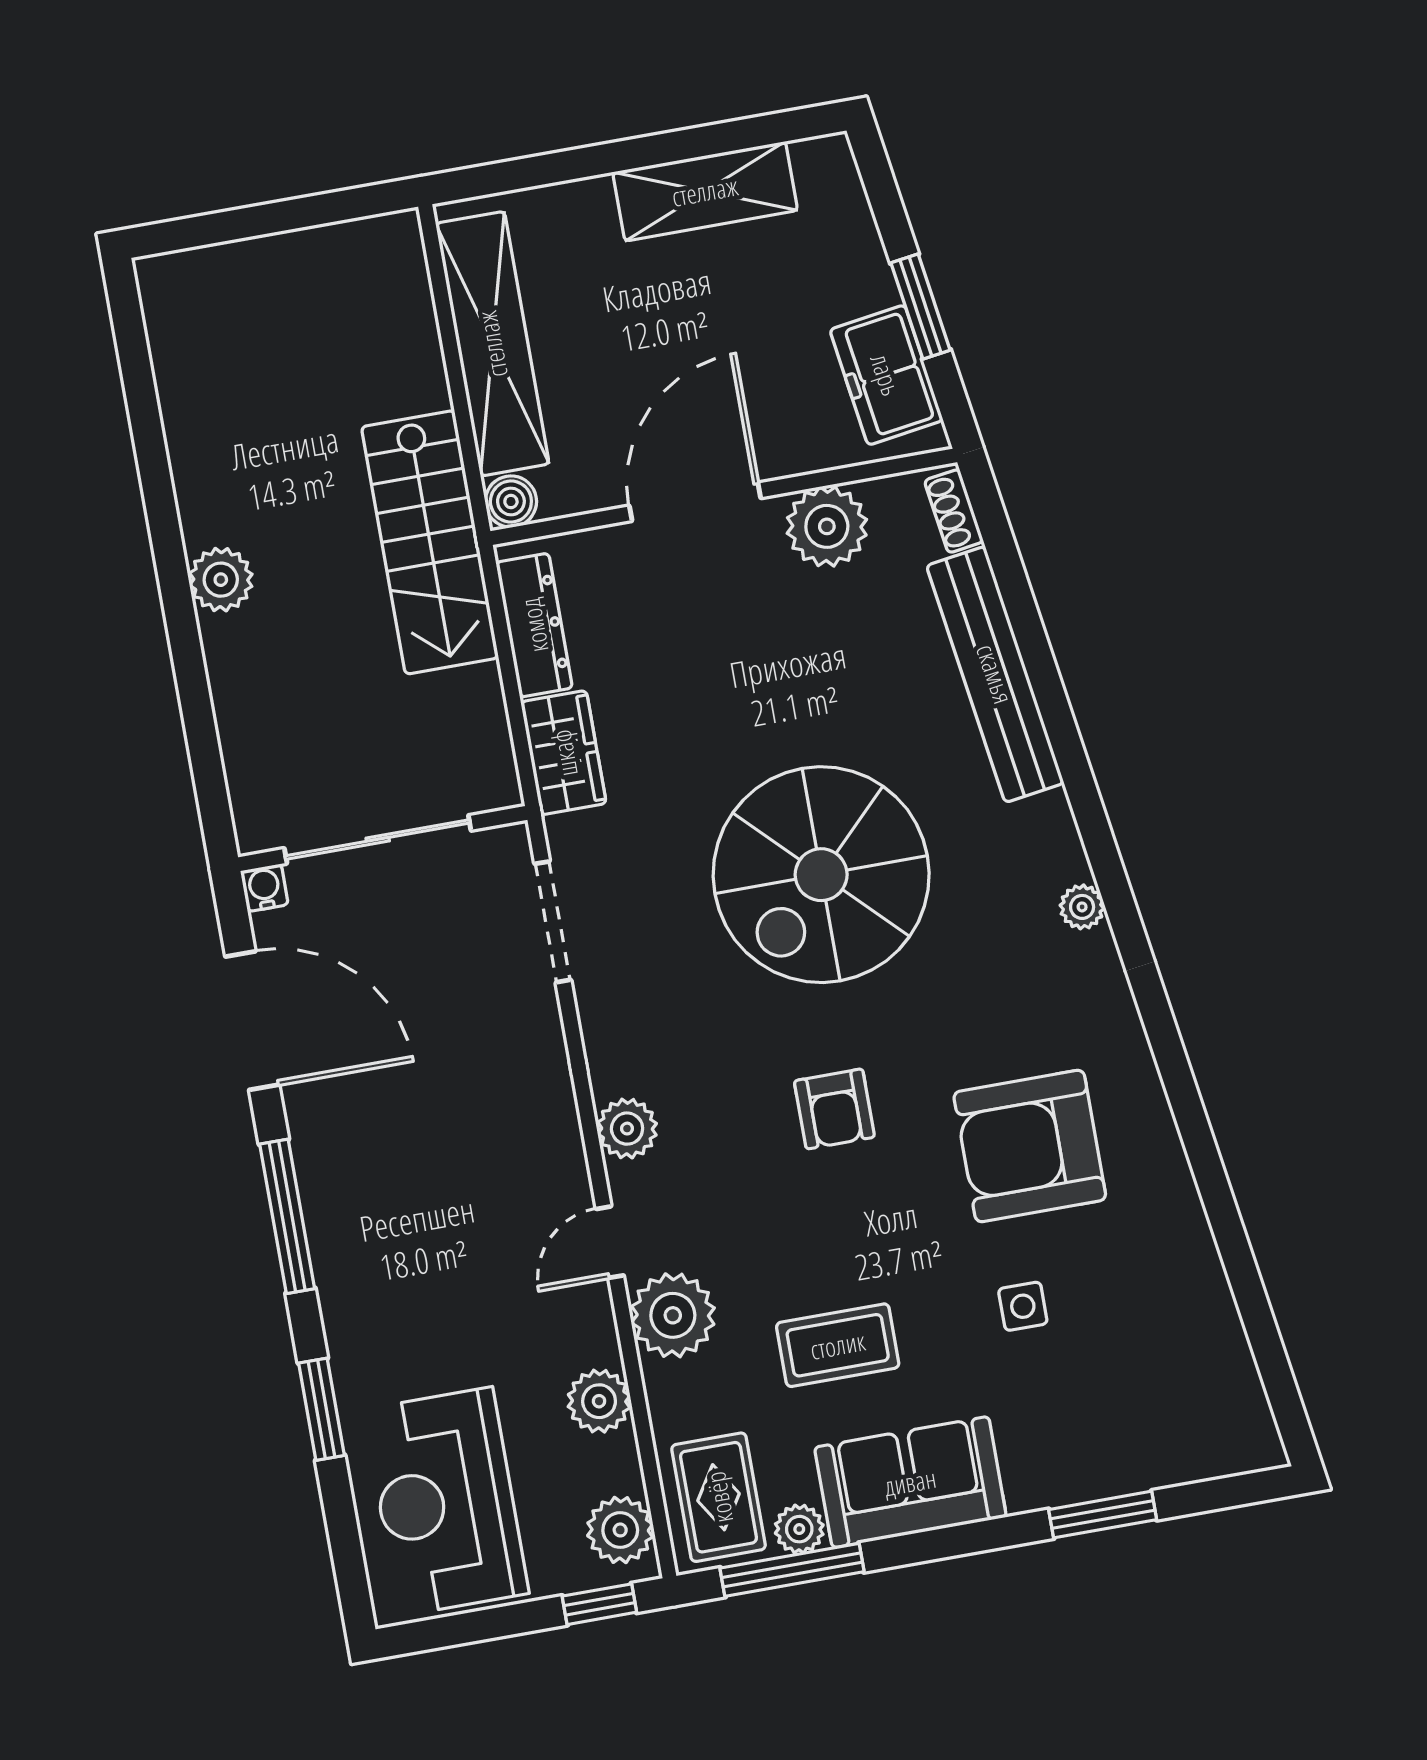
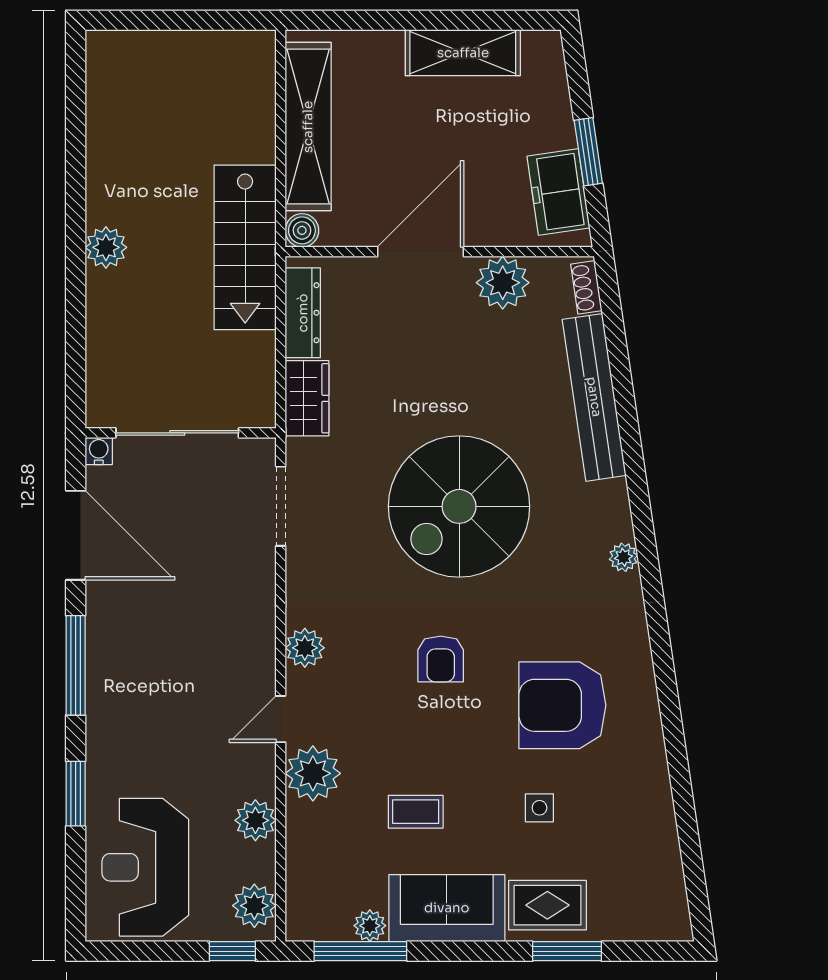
coffee table: (838, 1345) -> (416, 812), width x0.73, depth x0.77
rug: (719, 1497) -> (547, 905), moved, turned 90

